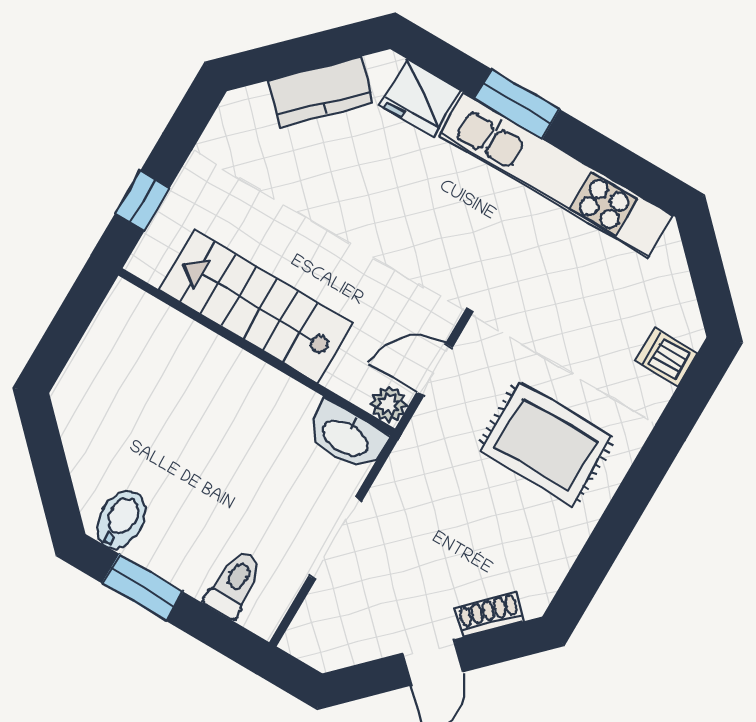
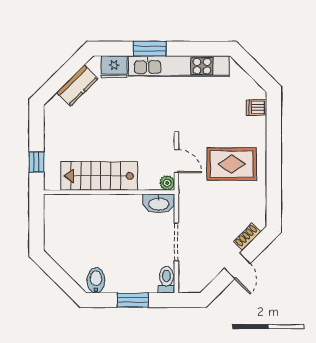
door: (435, 370) -> (176, 161), swing flipped
toilet: (234, 584) -> (166, 280), moved
window: (143, 587) -> (133, 300), moved

